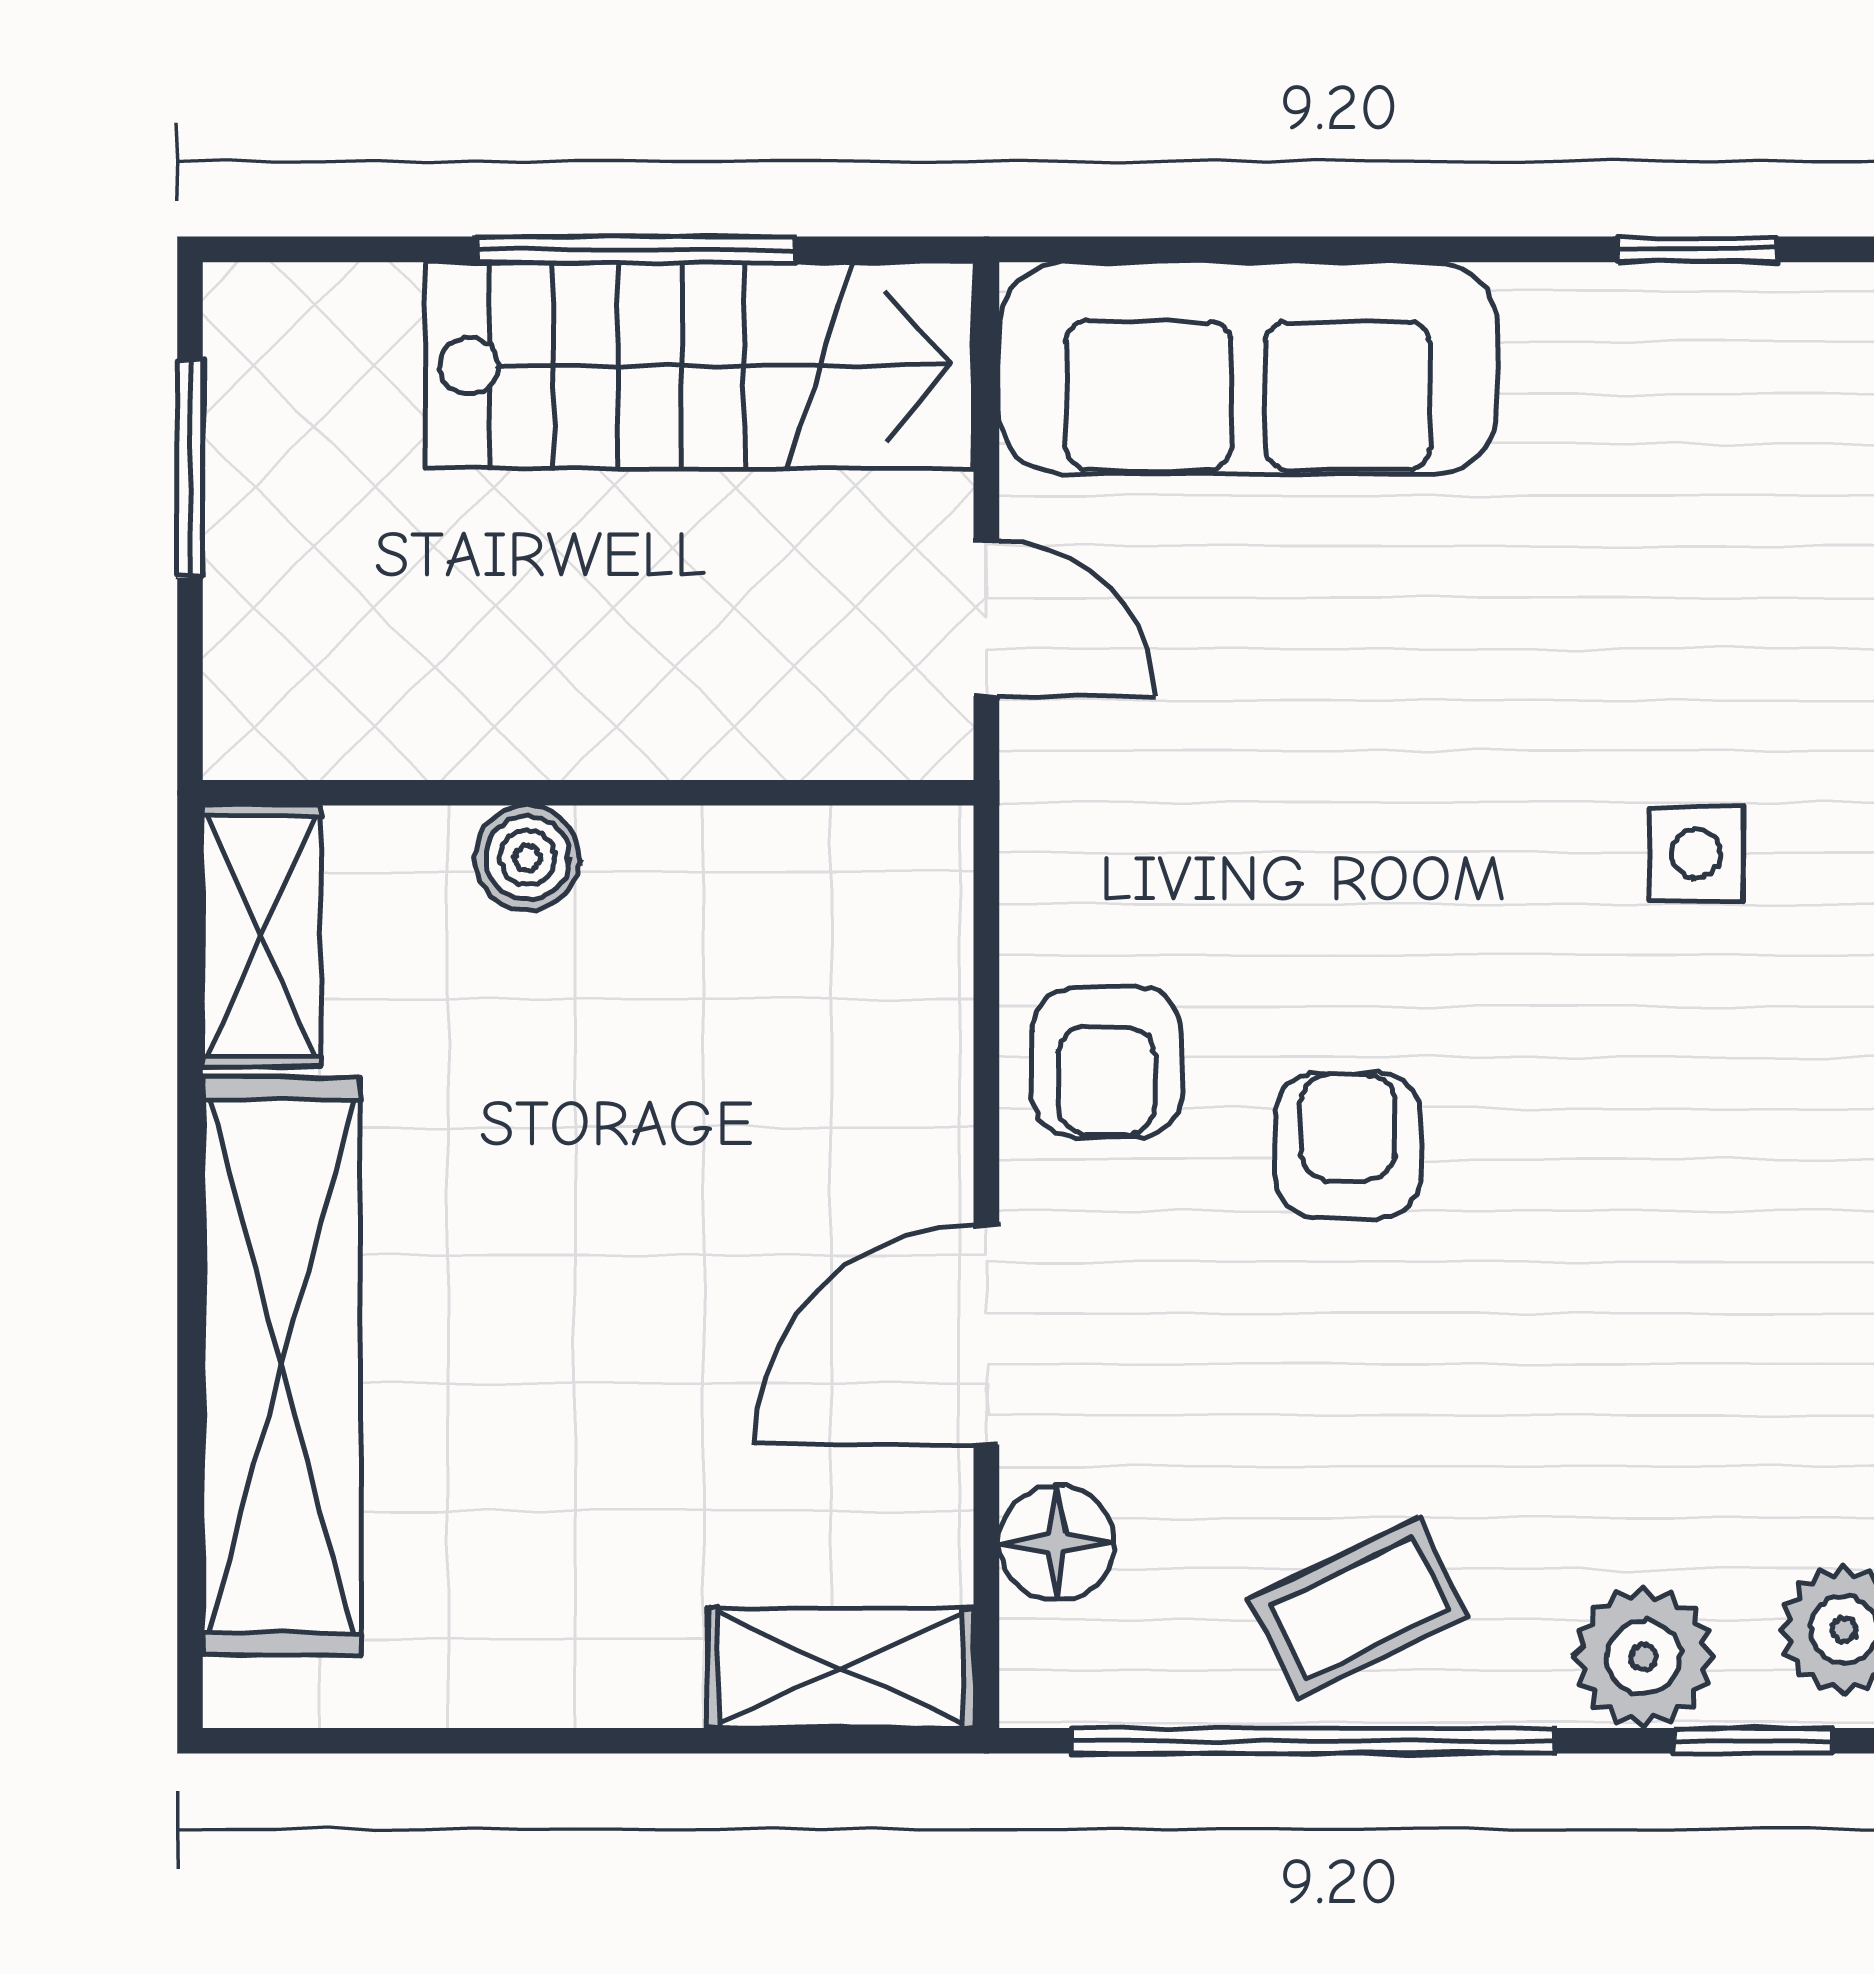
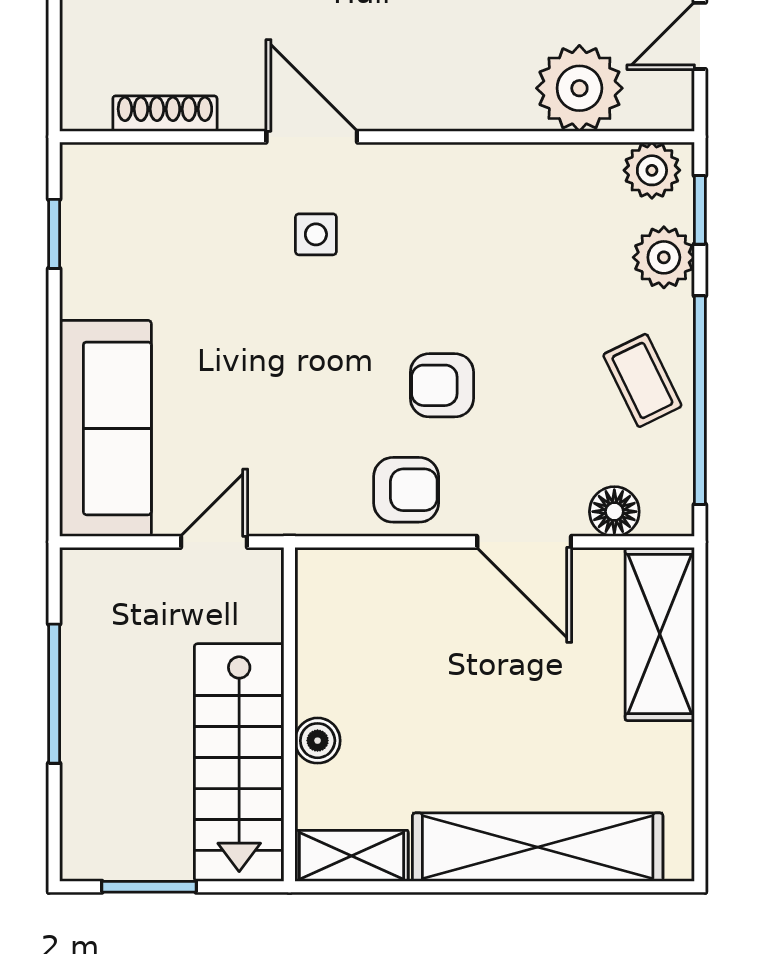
stairs: (700, 365) -> (239, 762), moved, turned 180
shelving: (840, 1668) -> (660, 634), width x1.50, depth x1.33

